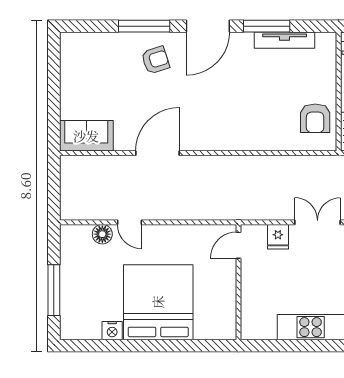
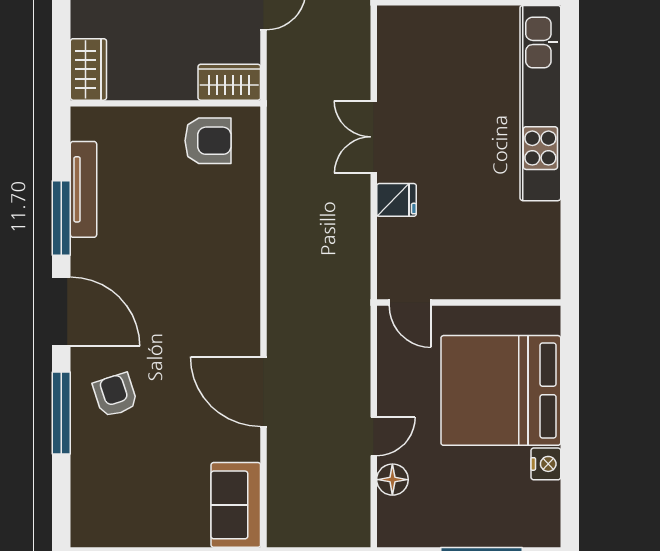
door: (239, 245) -> (410, 302), moved
wall: (239, 282) -> (469, 302), moved

